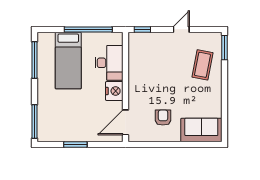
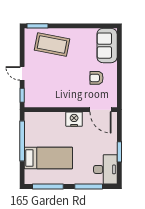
door: (181, 29) -> (22, 73), moved
desk: (109, 63) -> (105, 169), moved, turned 90
coffee table: (202, 65) -> (52, 45), width x1.36, depth x1.32
window: (34, 121) -> (89, 187), moved

